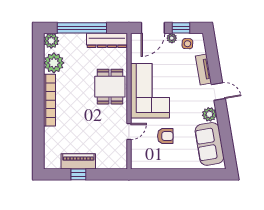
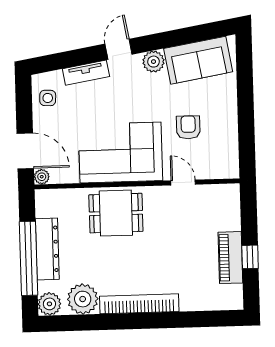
window: (181, 28) -> (24, 108), removed
plant: (172, 38) -> (42, 177), moved
dresser: (107, 40) -> (47, 249), moved

